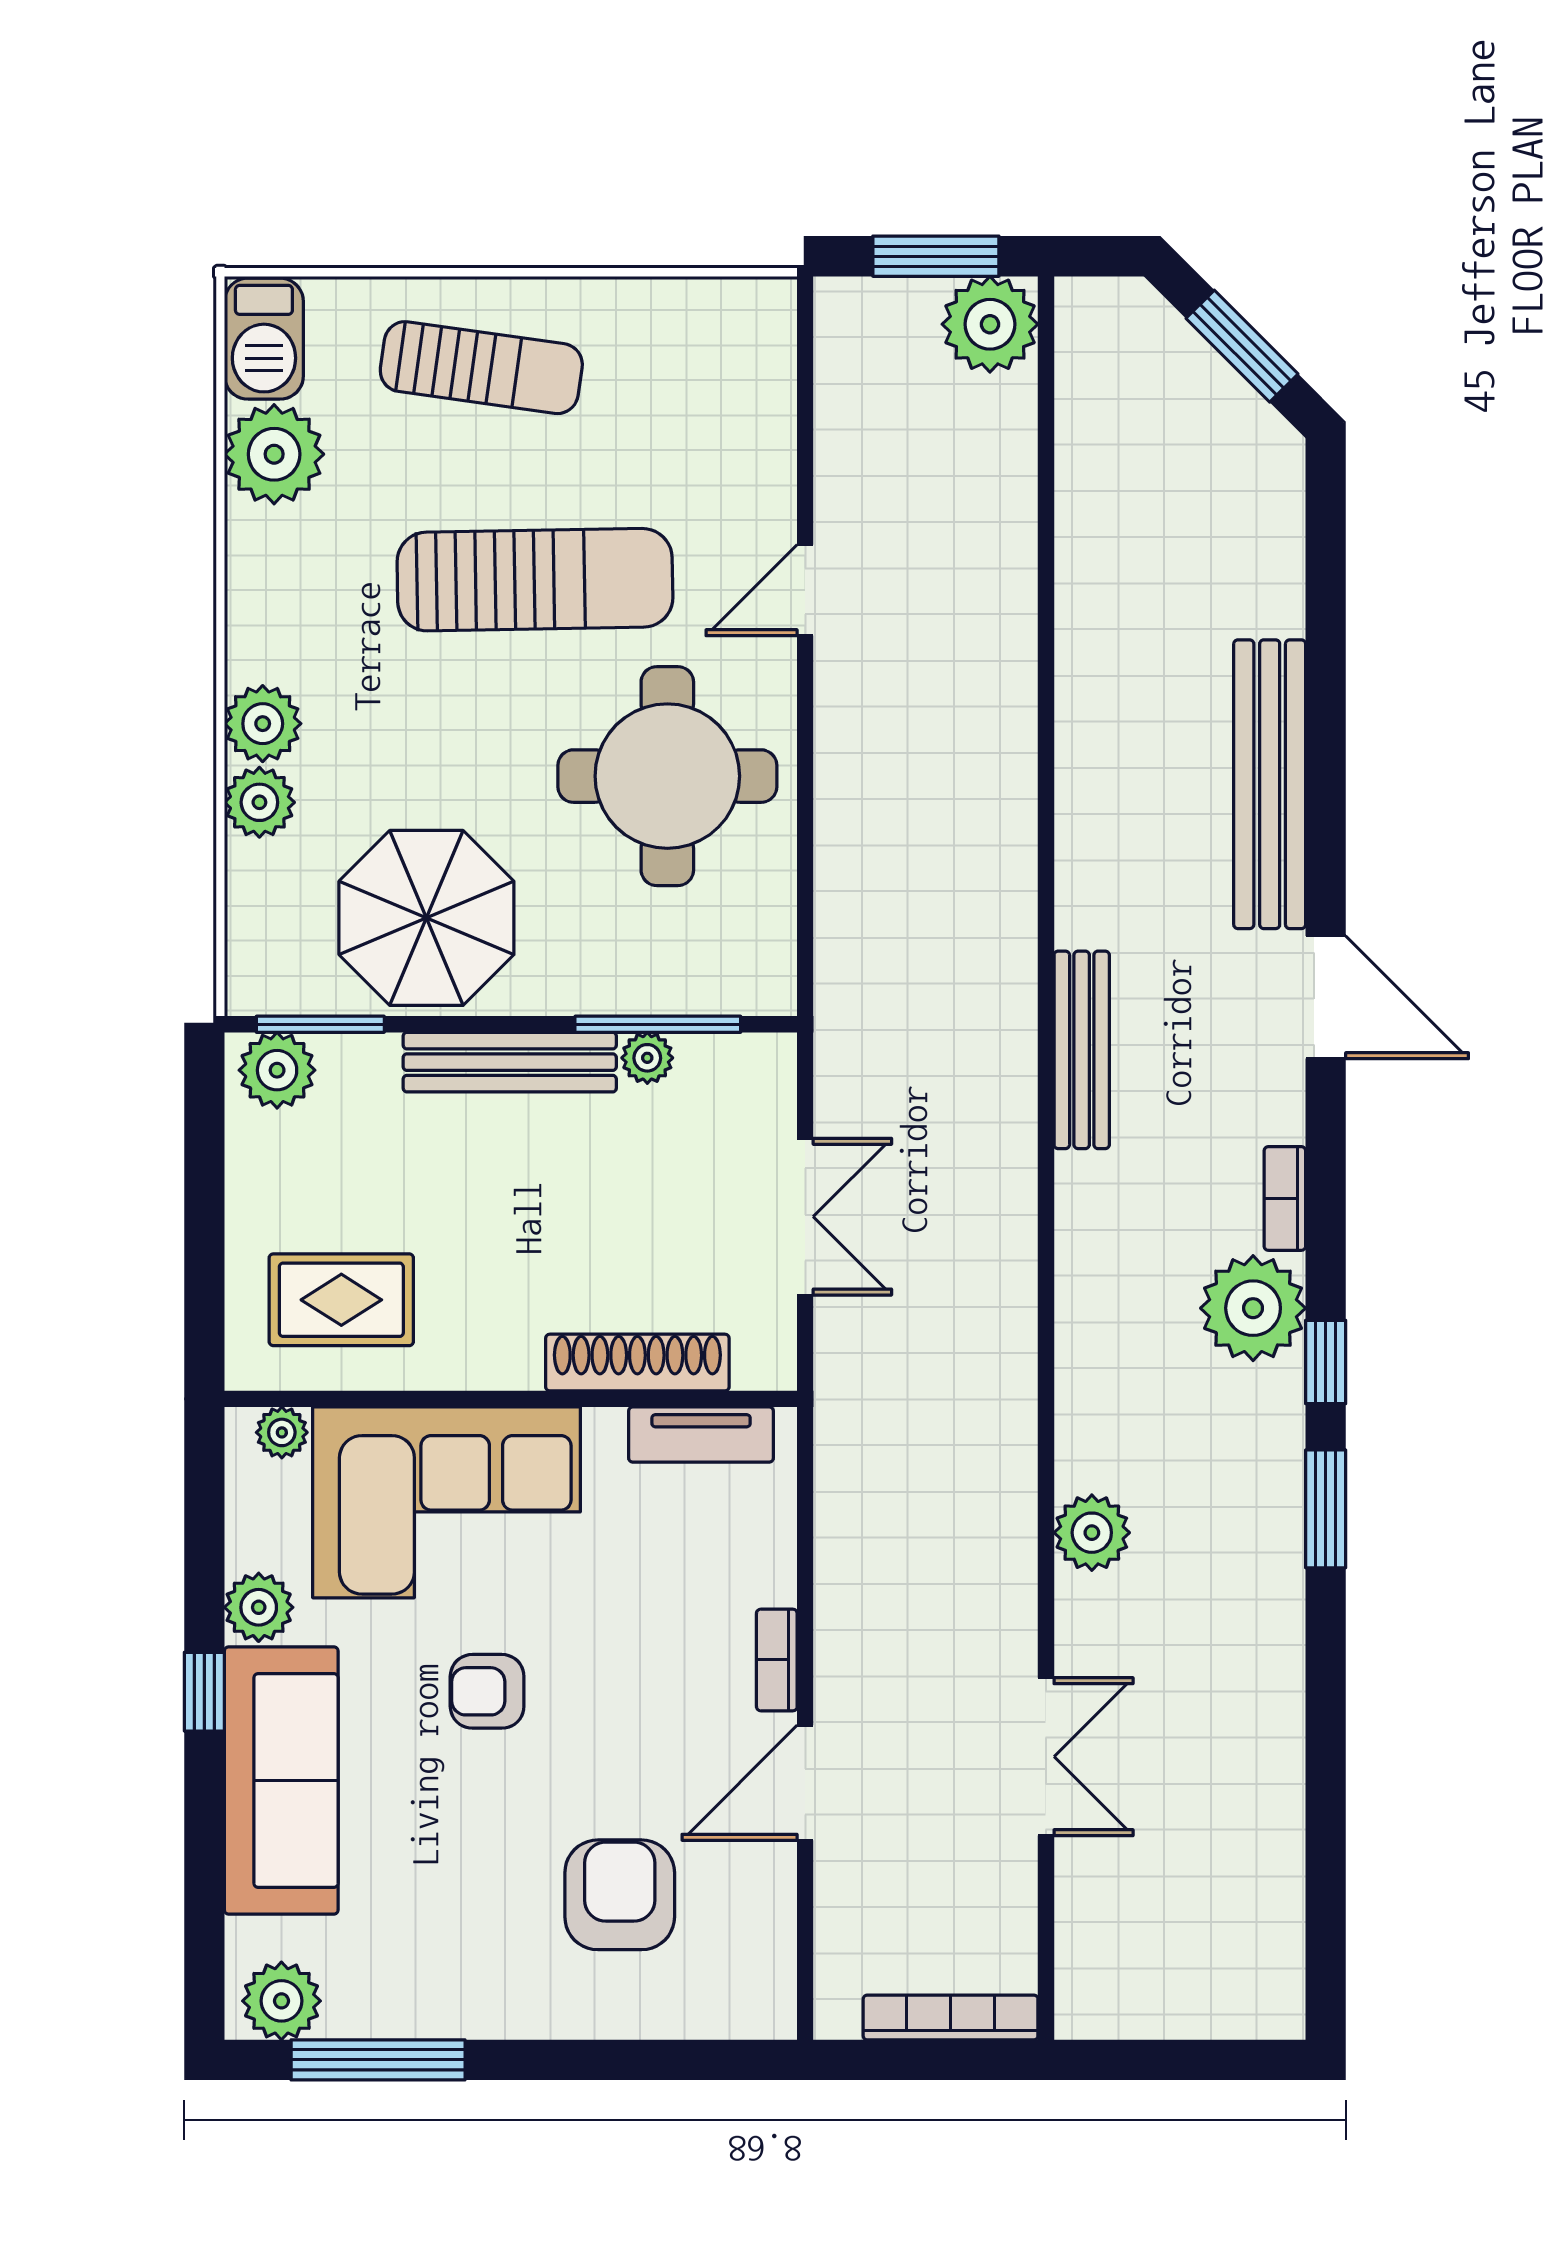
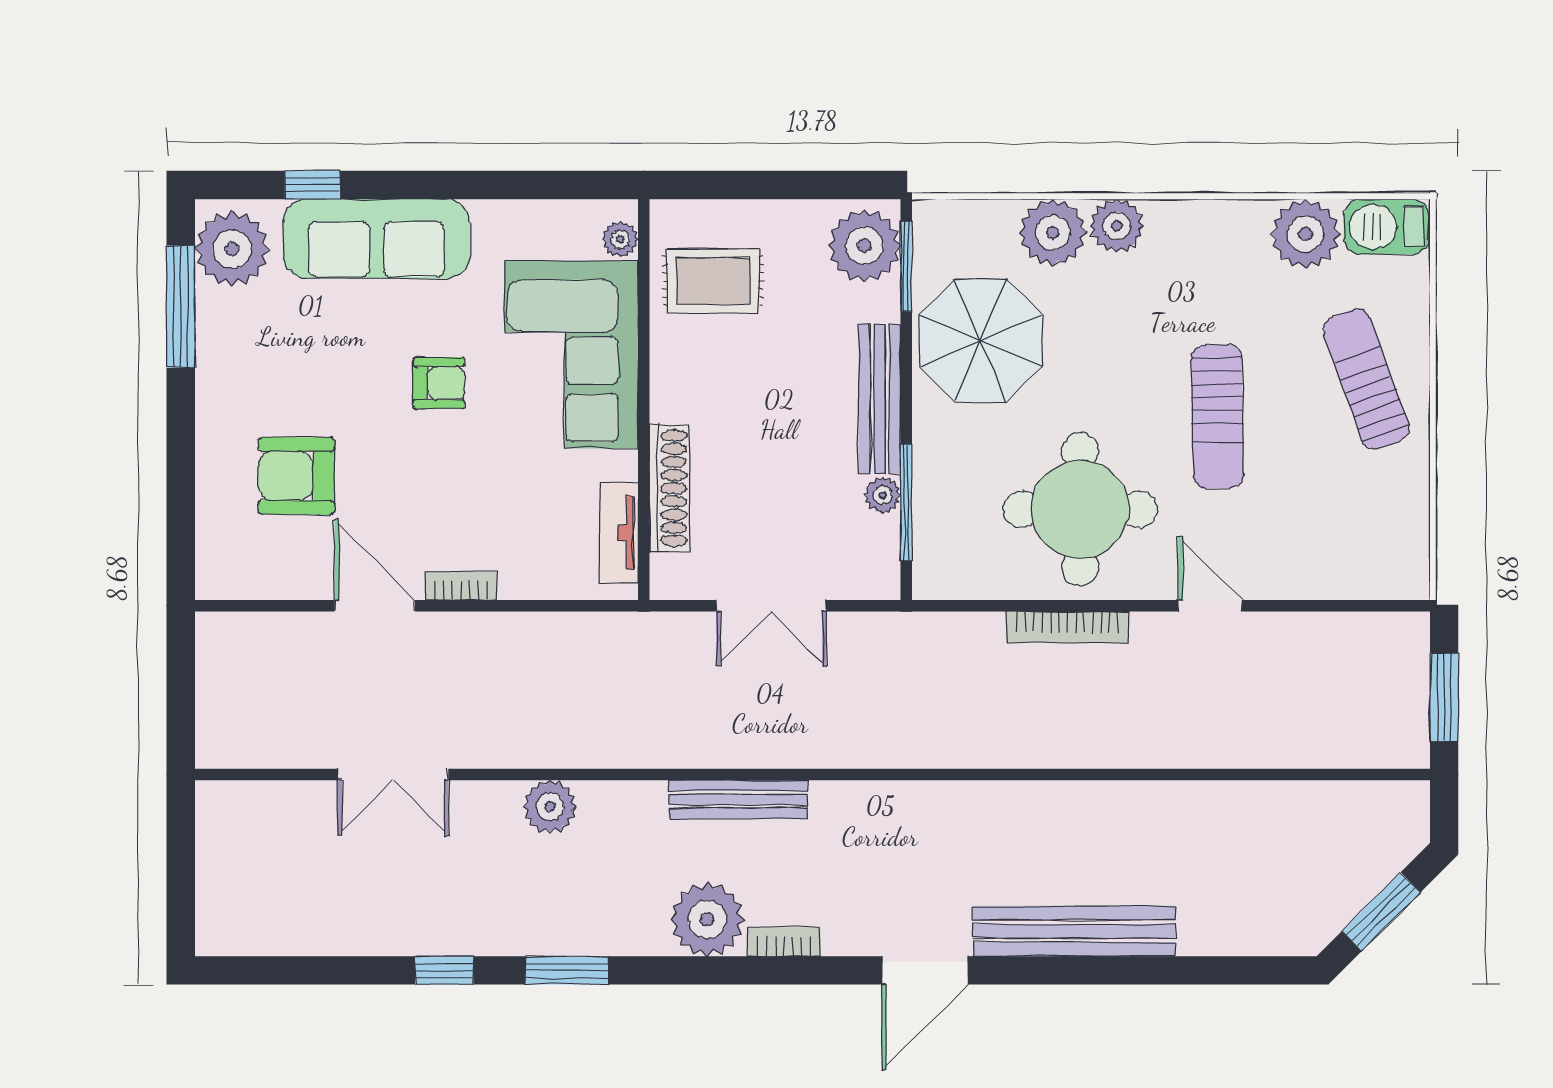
plant: (990, 324) -> (1396, 735), removed
sun lounger: (481, 368) -> (1366, 379), turned 152
sun lounger: (535, 580) -> (1218, 416), width x0.73, depth x0.75
plant: (259, 802) -> (1053, 232), width x1.36, depth x1.36
bench: (1082, 1050) -> (738, 799), moved
plant: (277, 1070) -> (864, 246), width x1.36, depth x1.36
rug: (341, 1300) -> (713, 281), turned 90
window: (1326, 1362) -> (444, 970), moved
plant: (259, 1607) -> (498, 223), removed
armchair: (487, 1691) -> (439, 383), turned 90
window: (204, 1692) -> (313, 185), moved
armchair: (620, 1895) -> (296, 476), turned 180
plant: (281, 2001) -> (232, 249), width x1.36, depth x1.36
bookcase: (951, 2017) -> (1067, 627), moved, turned 90

